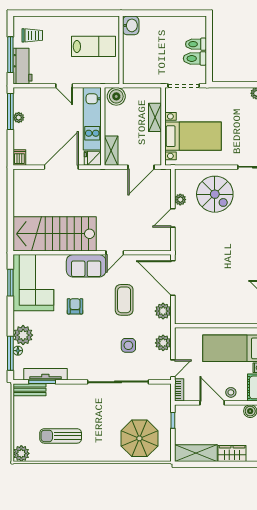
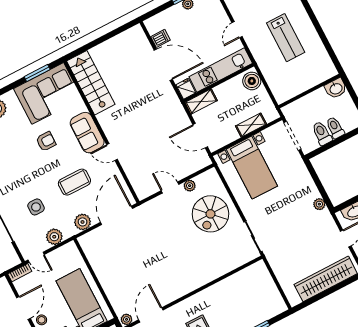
washbasin: (131, 25) -> (336, 88), moved
wall: (121, 50) -> (309, 91), moved
dishwasher: (19, 158) -> (161, 38), moved
stairs: (55, 234) -> (91, 83), width x0.73, depth x0.66

